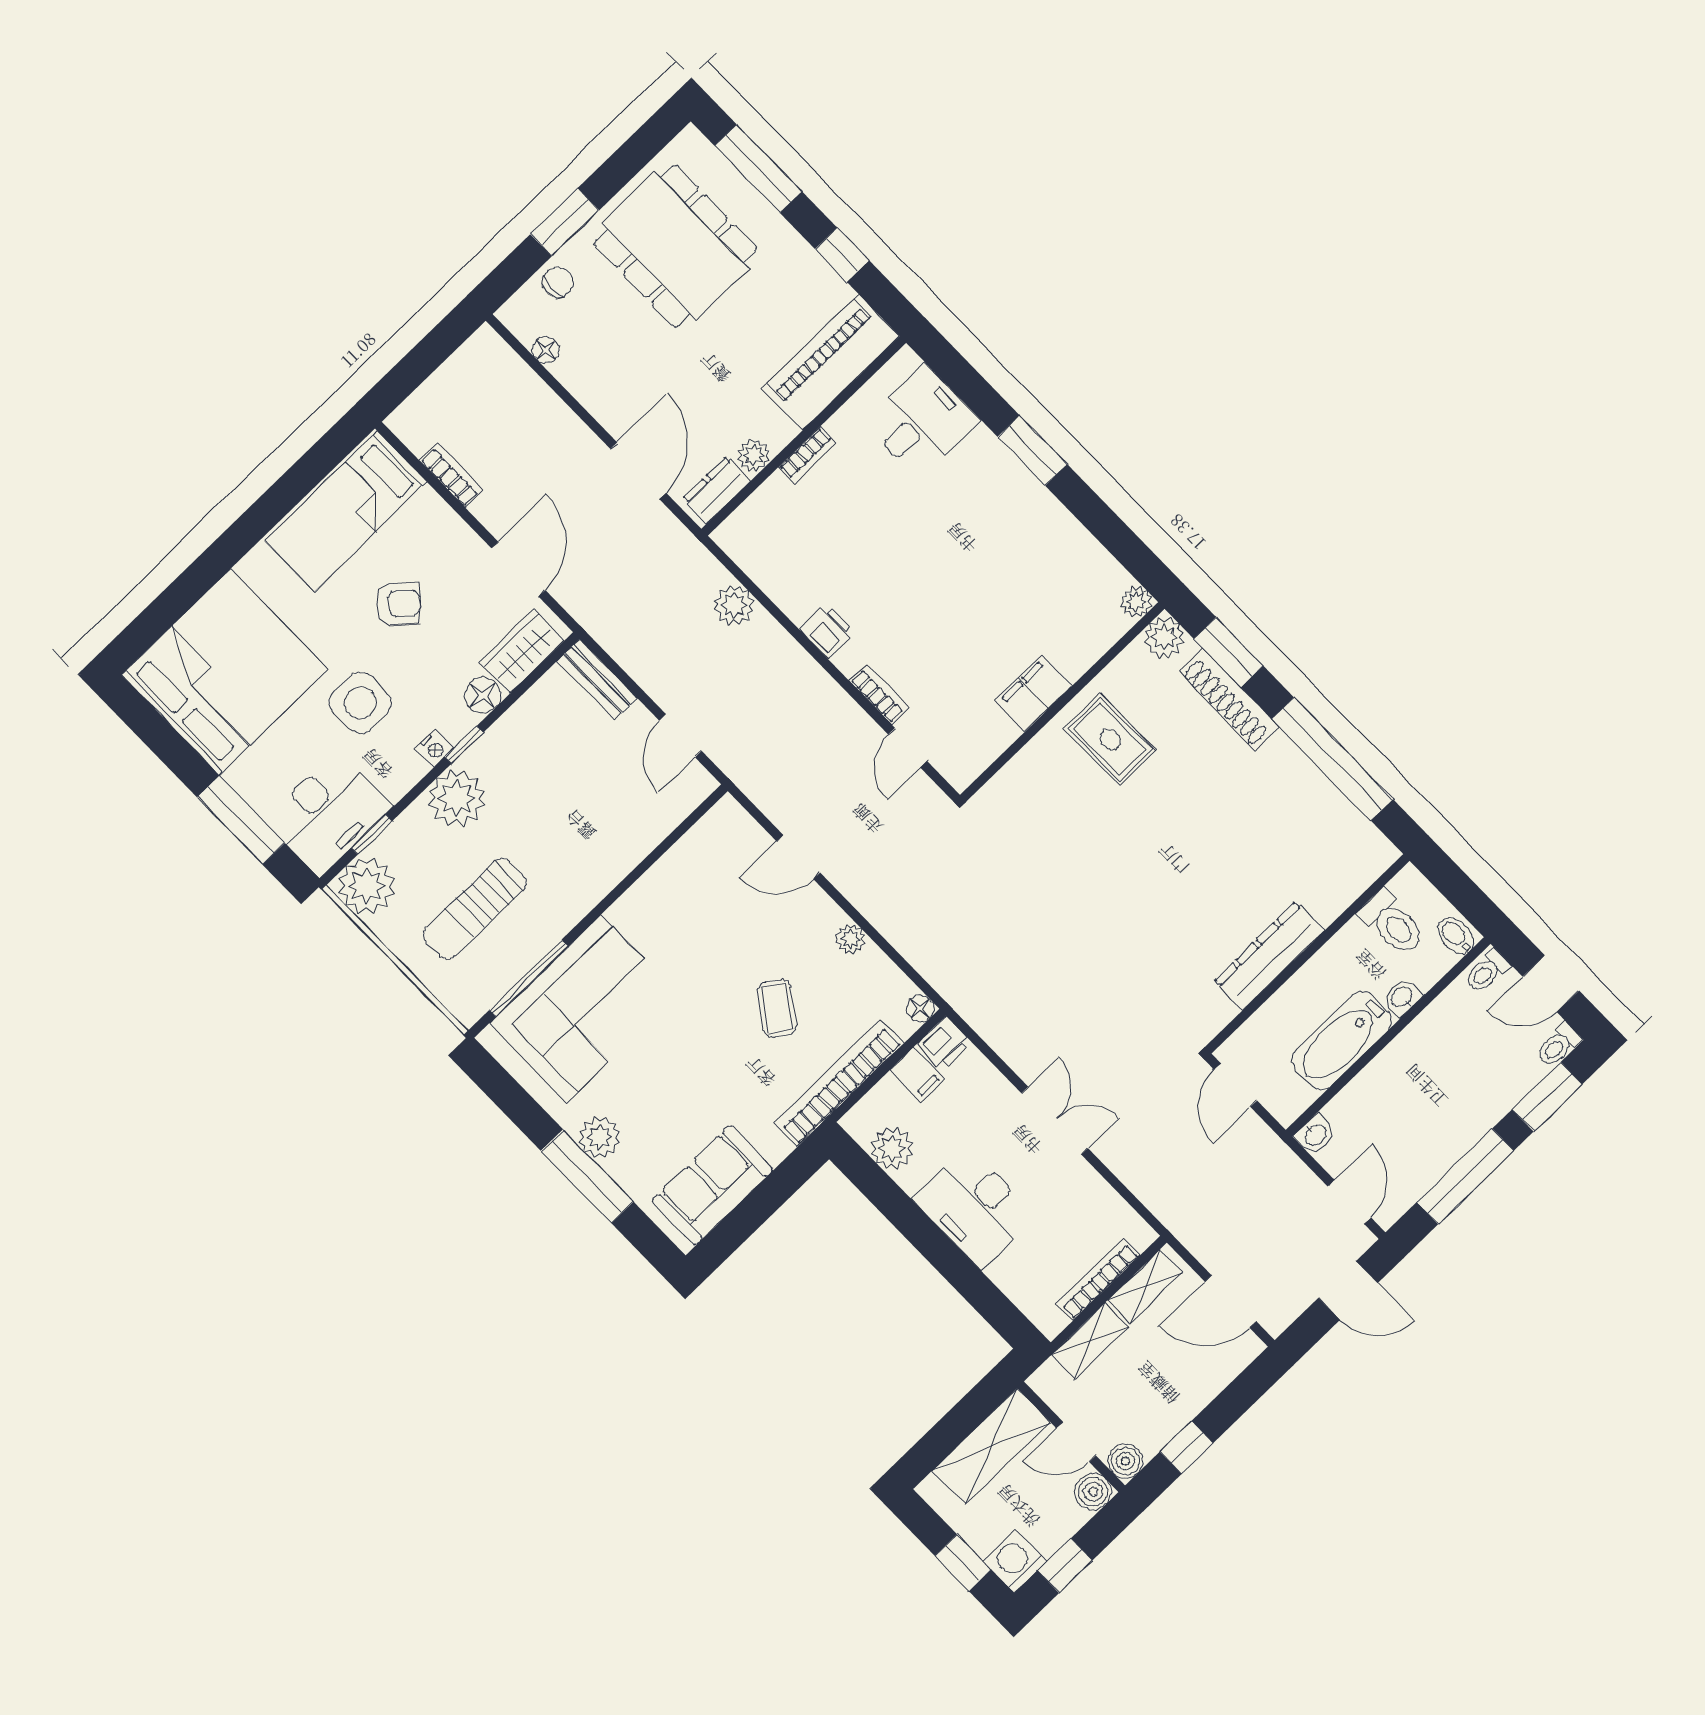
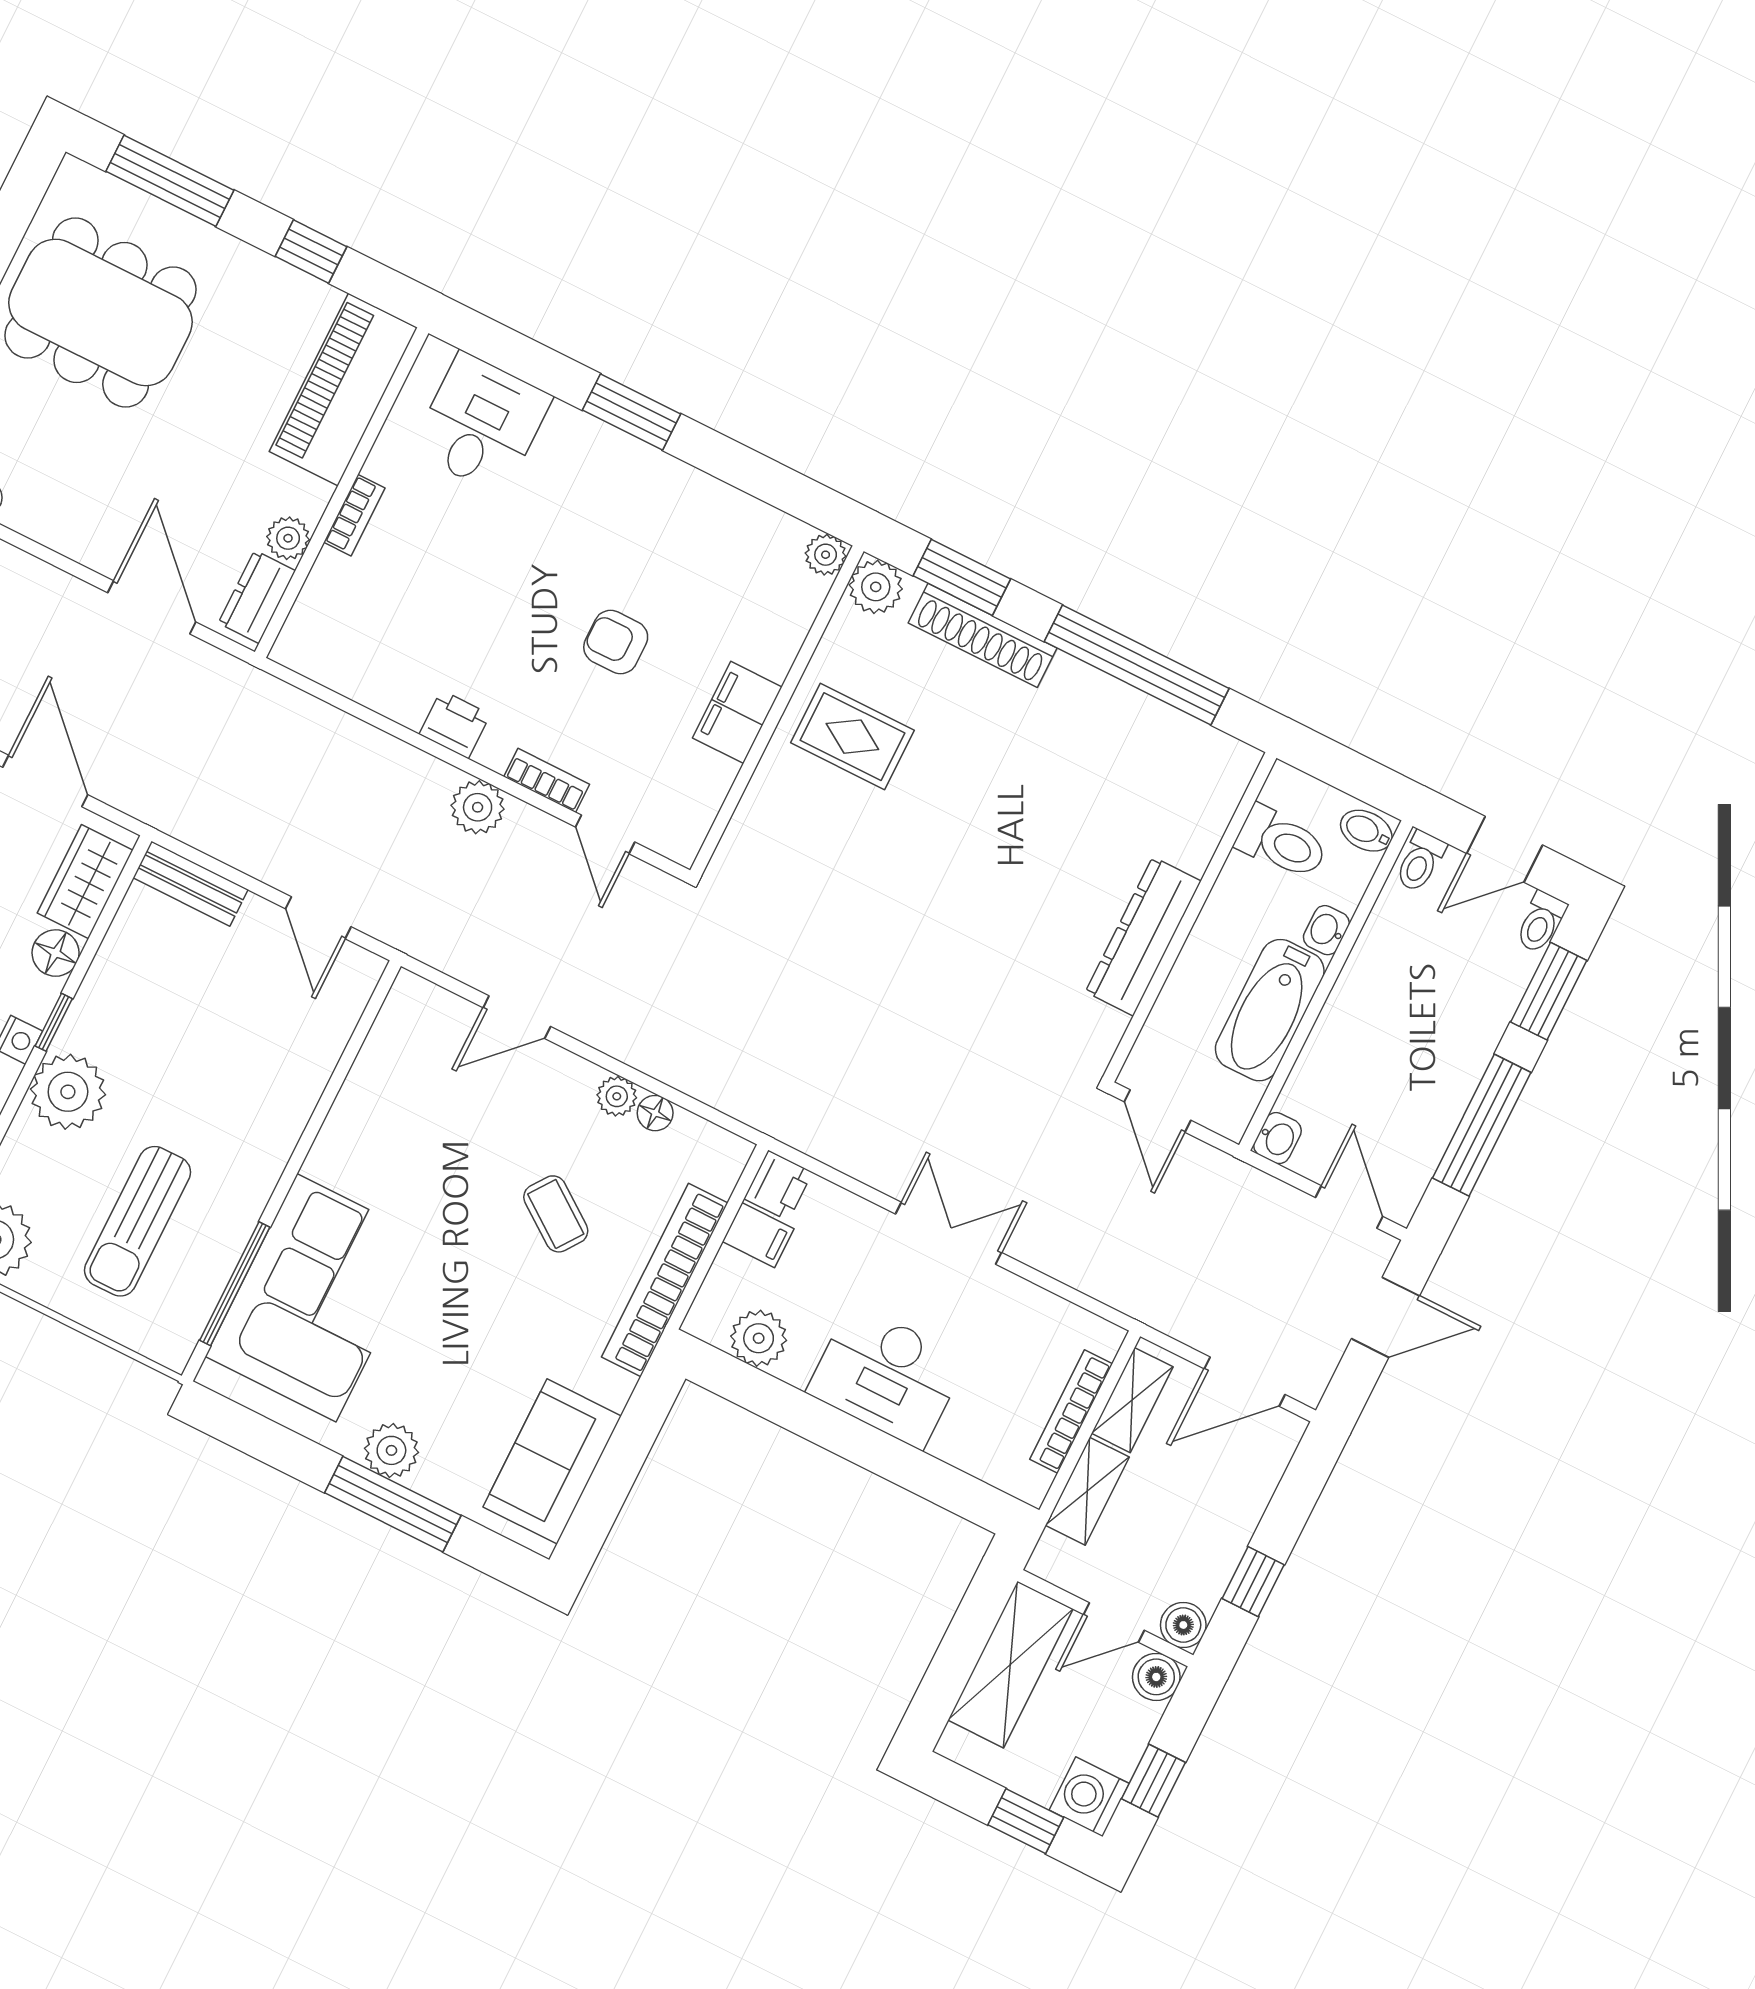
plant: (734, 605) -> (478, 807), moved
armchair: (963, 612) -> (616, 642), added
floor lamp: (920, 1008) -> (655, 1113), moved

